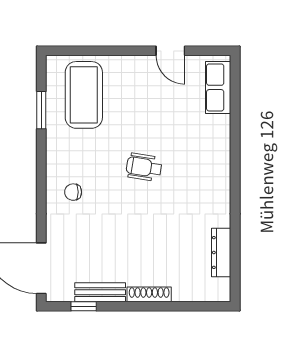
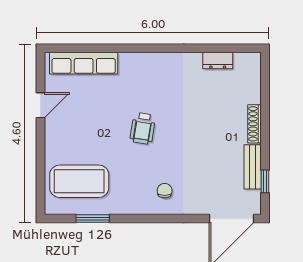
row of seats: (218, 87) -> (84, 63), width x1.48
chair: (73, 192) -> (165, 191), turned 180
dresser: (221, 253) -> (218, 61), width x0.70

